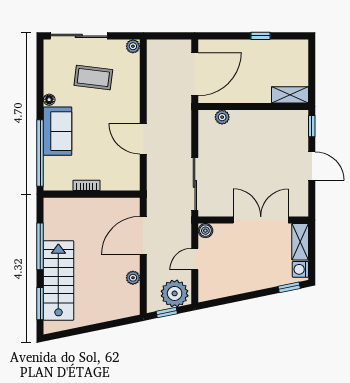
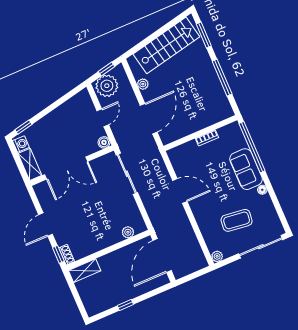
shoe rack: (303, 122) -> (67, 255), added
door: (312, 166) -> (46, 224), hinge flipped
stairs: (58, 280) -> (166, 45), moved, turned -102

